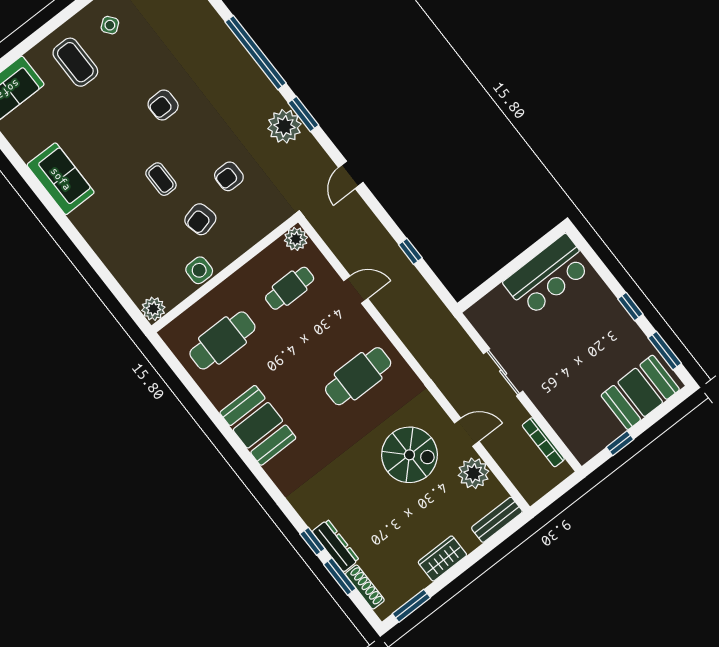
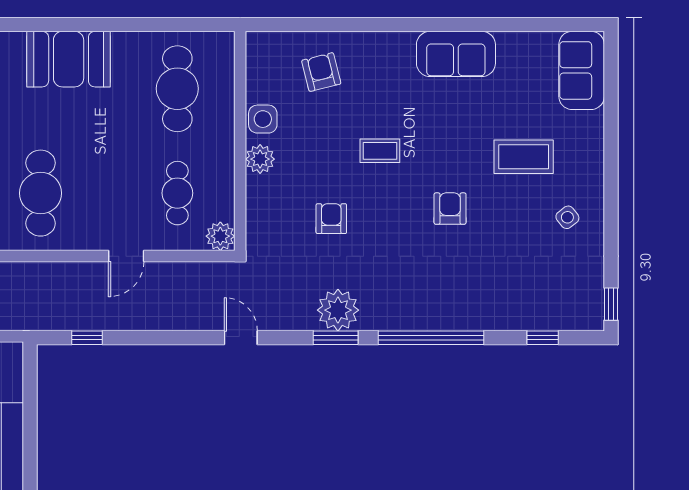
coffee table: (75, 62) -> (524, 157), moved
armchair: (200, 219) -> (321, 72), moved
window: (410, 251) -> (87, 338), moved
plant: (153, 309) -> (260, 159), moved

